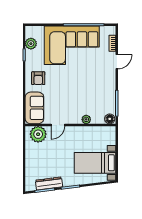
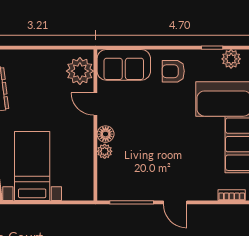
door: (117, 62) -> (175, 202), moved
floor lamp: (110, 119) -> (106, 134), moved

